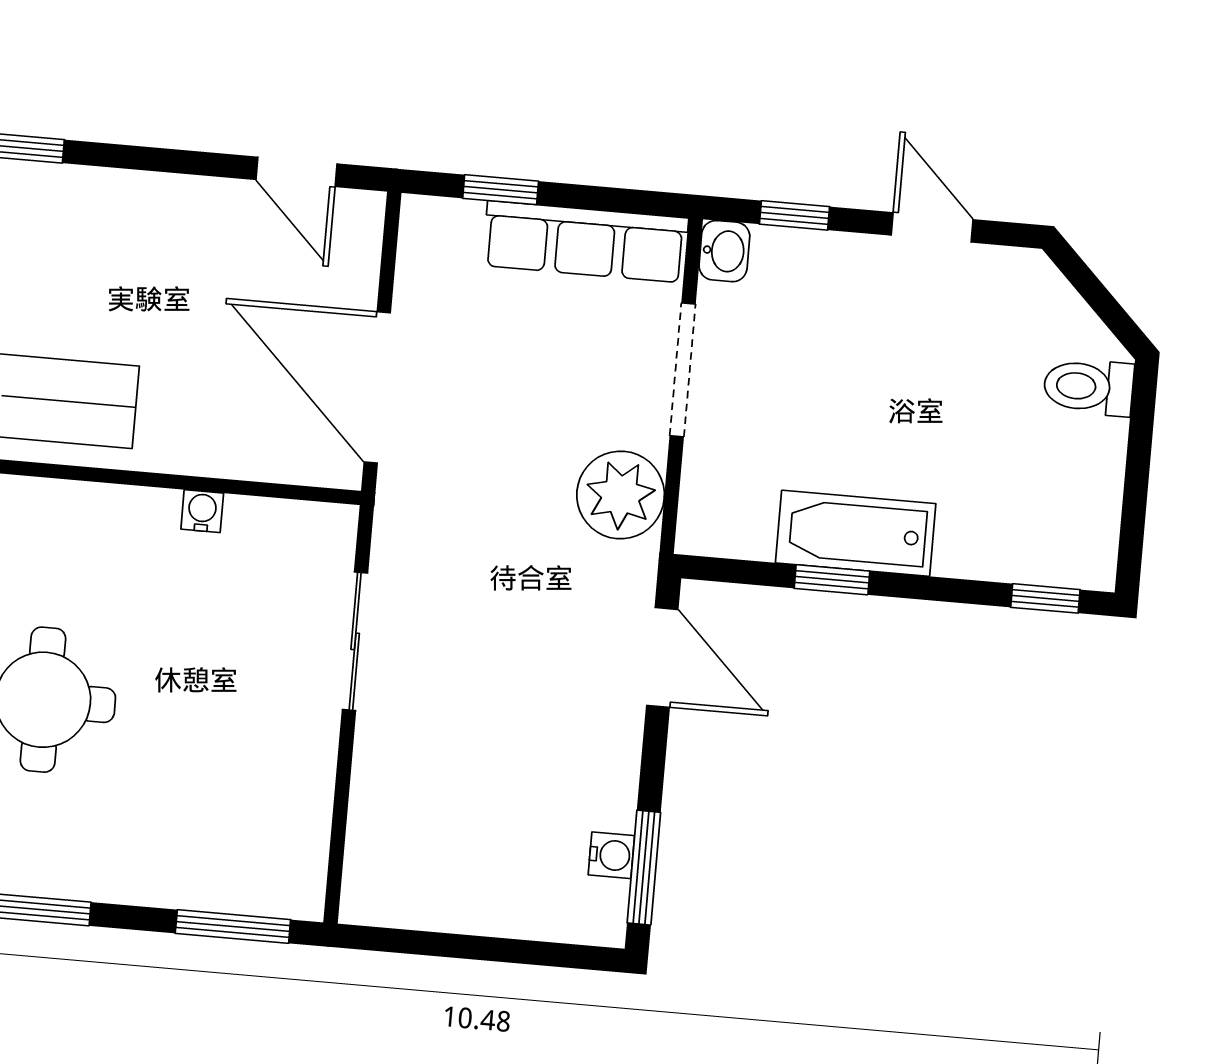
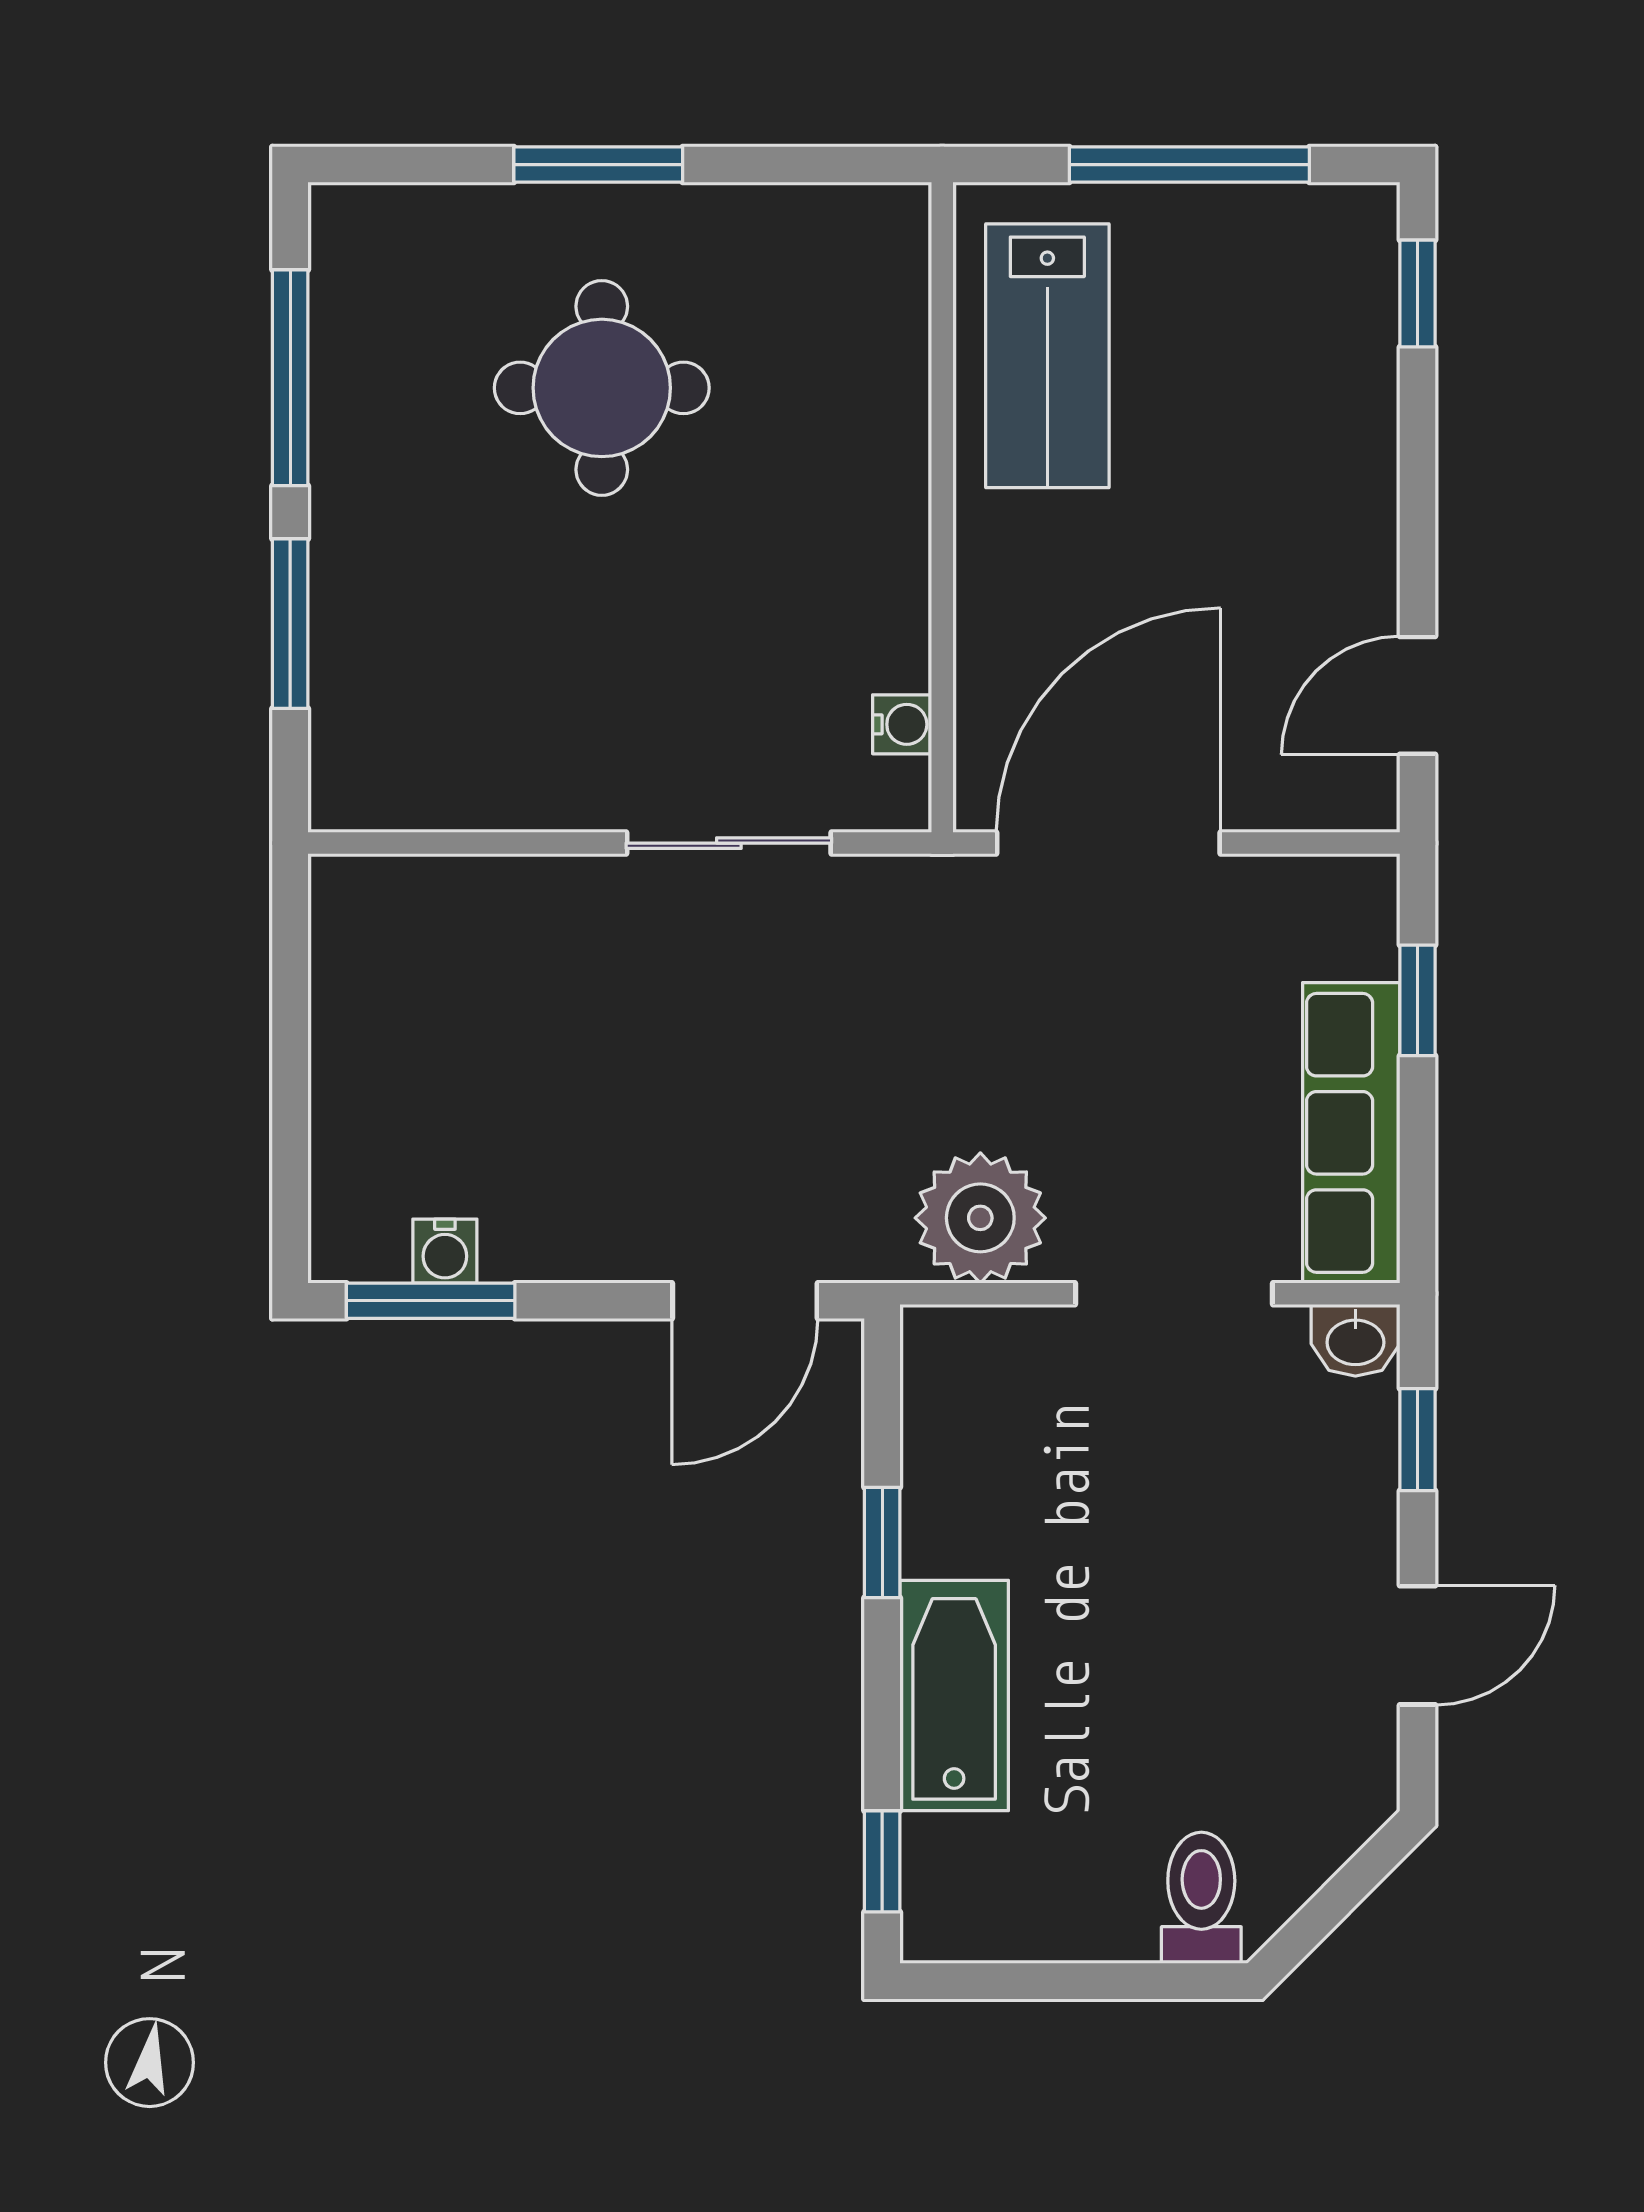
water cooler: (202, 511) -> (902, 724), moved
bathtub: (856, 533) -> (954, 1696), moved
window: (233, 926) -> (290, 624), moved

